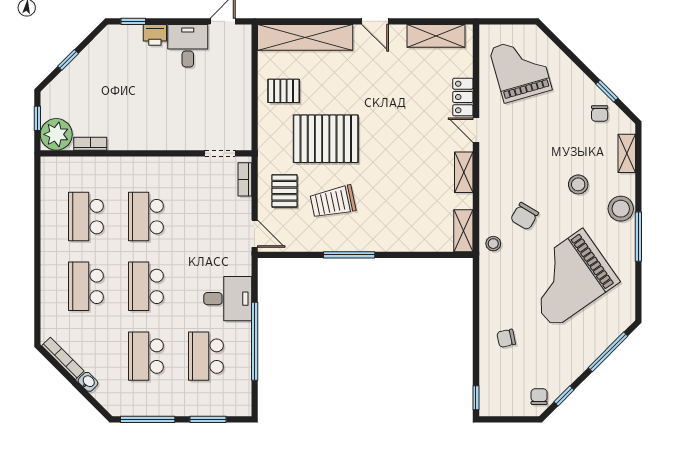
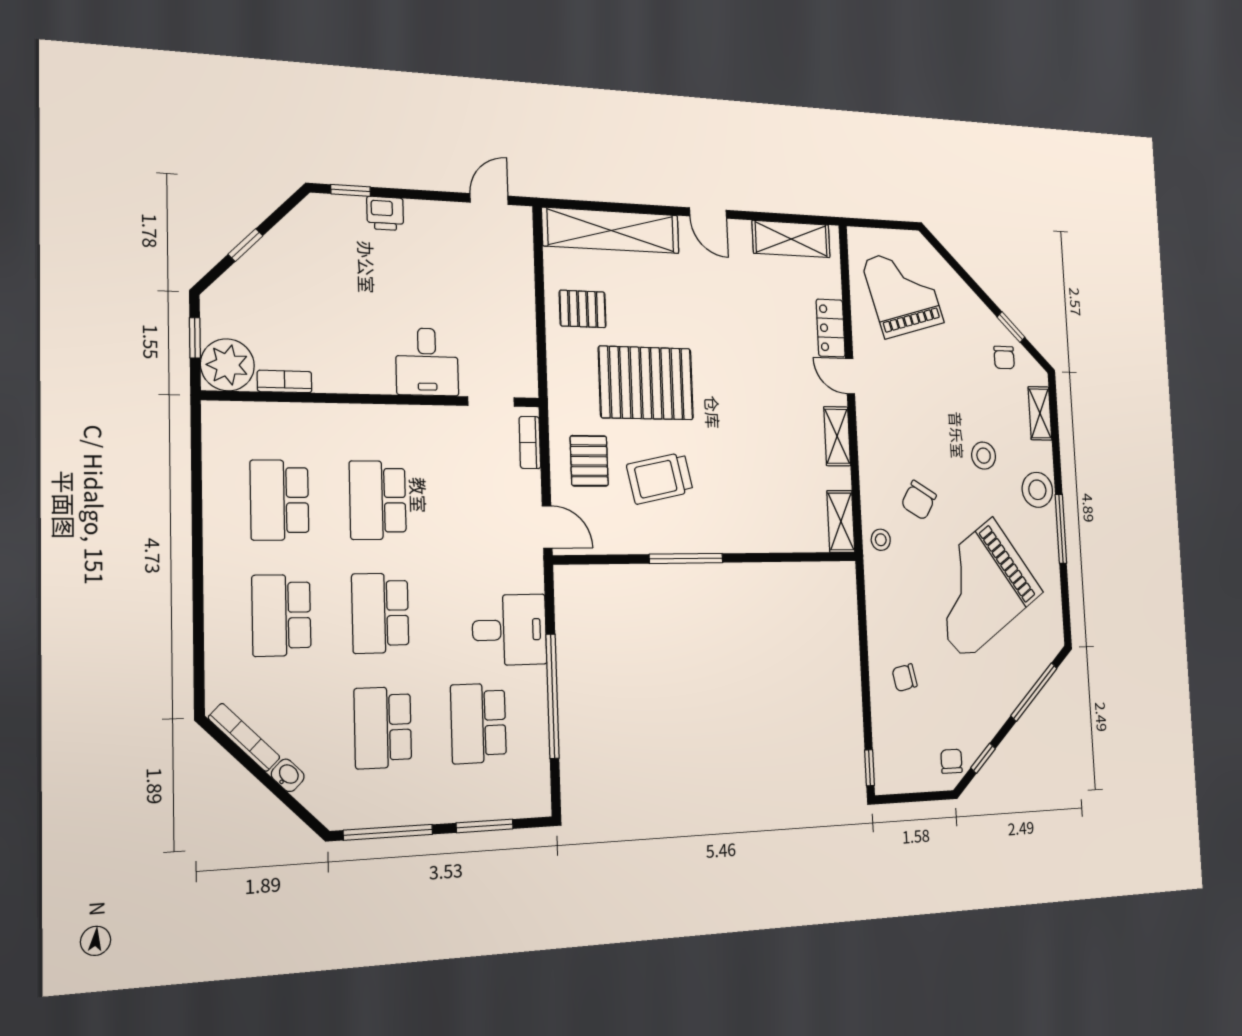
desk: (188, 46) -> (427, 362), moved, turned 180

